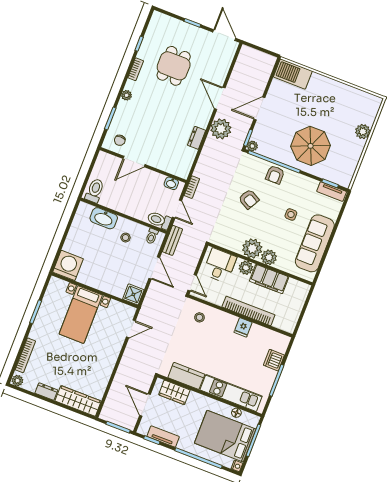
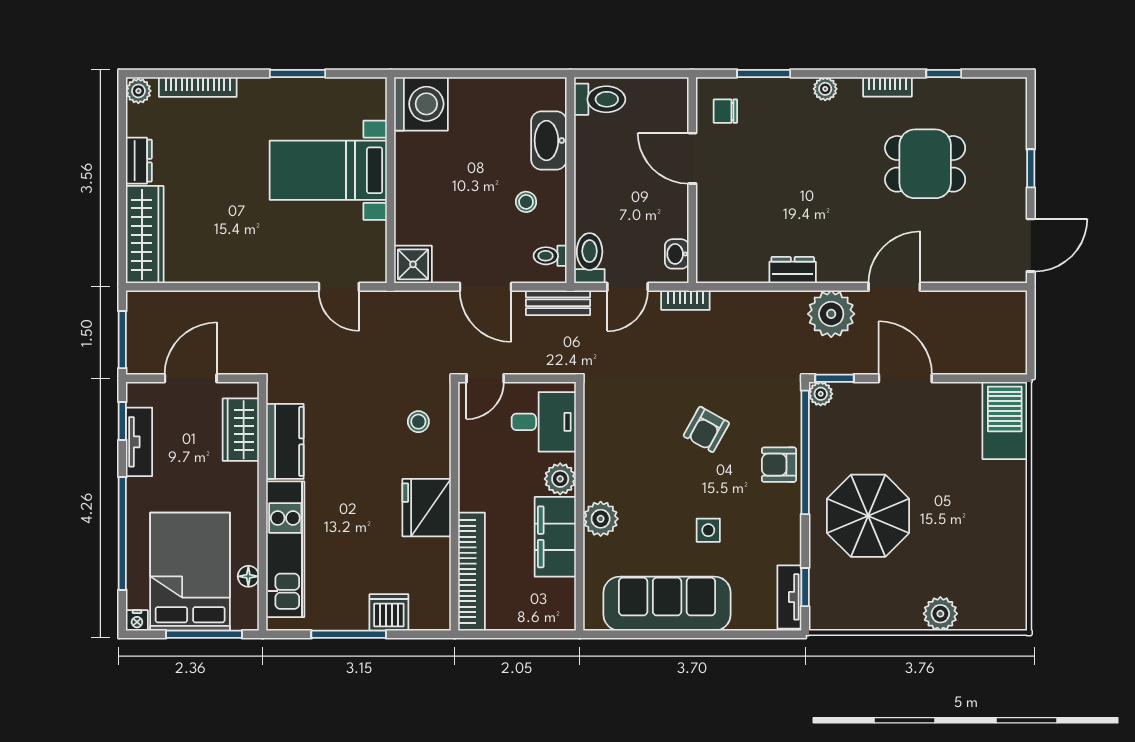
plant: (252, 248) -> (606, 477), removed
door: (154, 268) -> (485, 287), hinge flipped
bookcase: (248, 311) -> (472, 572), moved
fridge: (243, 327) -> (427, 508), width x1.88, depth x1.34

